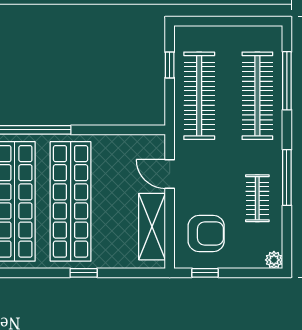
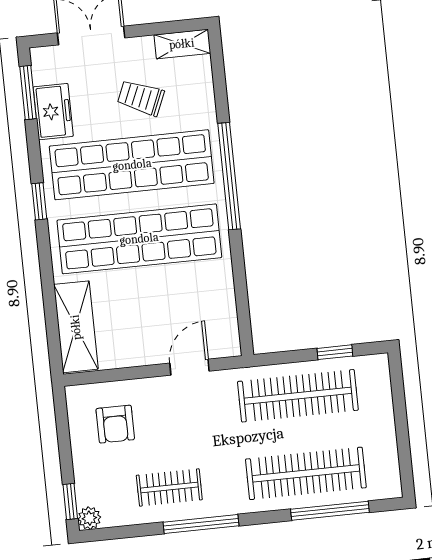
shelving: (152, 227) -> (76, 327), moved, turned 90
armchair: (206, 233) -> (115, 424), width x0.72, depth x0.72
window: (84, 273) -> (39, 201), moved
window: (205, 273) -> (70, 502), moved

